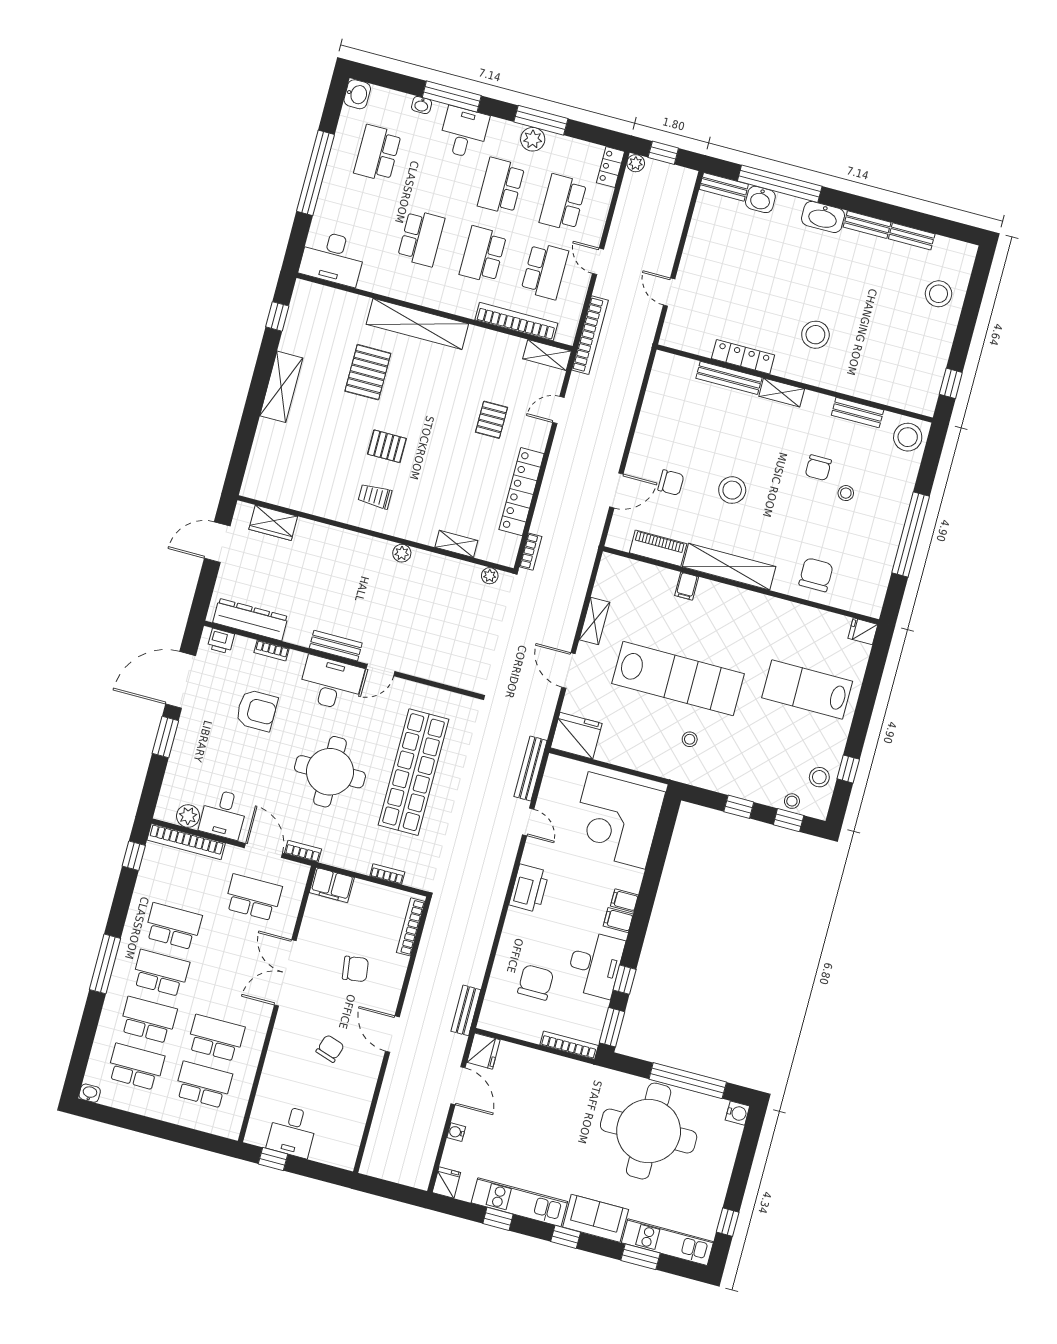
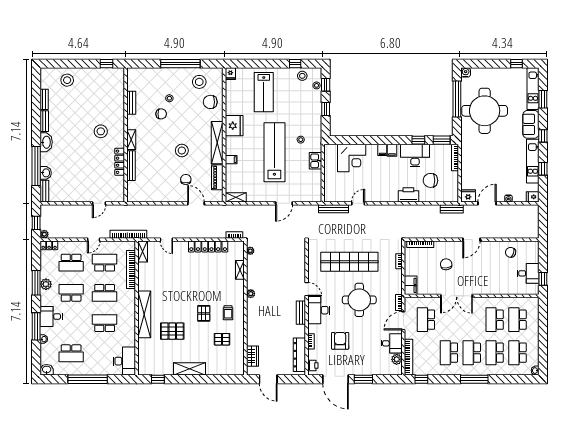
school desk: (501, 186) -> (71, 293), turned 180
pallet: (492, 420) -> (222, 339), moved
stool: (908, 437) -> (199, 82), moved
shelving: (595, 621) -> (236, 197), moved
fridge: (576, 736) -> (234, 126), moved, turned 180
kitchen sink: (638, 758) -> (316, 161), added
corner desk: (617, 820) -> (352, 158), width x0.74, depth x0.74
printer: (529, 888) -> (408, 195), moved
chair: (330, 1049) -> (511, 252), moved

